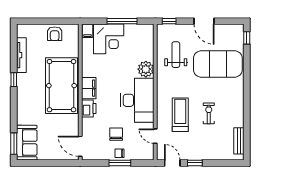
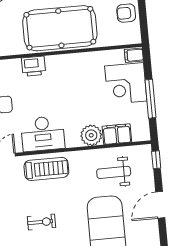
weight bench: (176, 55) -> (114, 172), turned 180
filing cabinet: (89, 88) -> (117, 134), moved, turned 180
desk: (137, 100) -> (43, 134), width x0.73, depth x0.77
treadmill: (180, 115) -> (46, 169), moved

